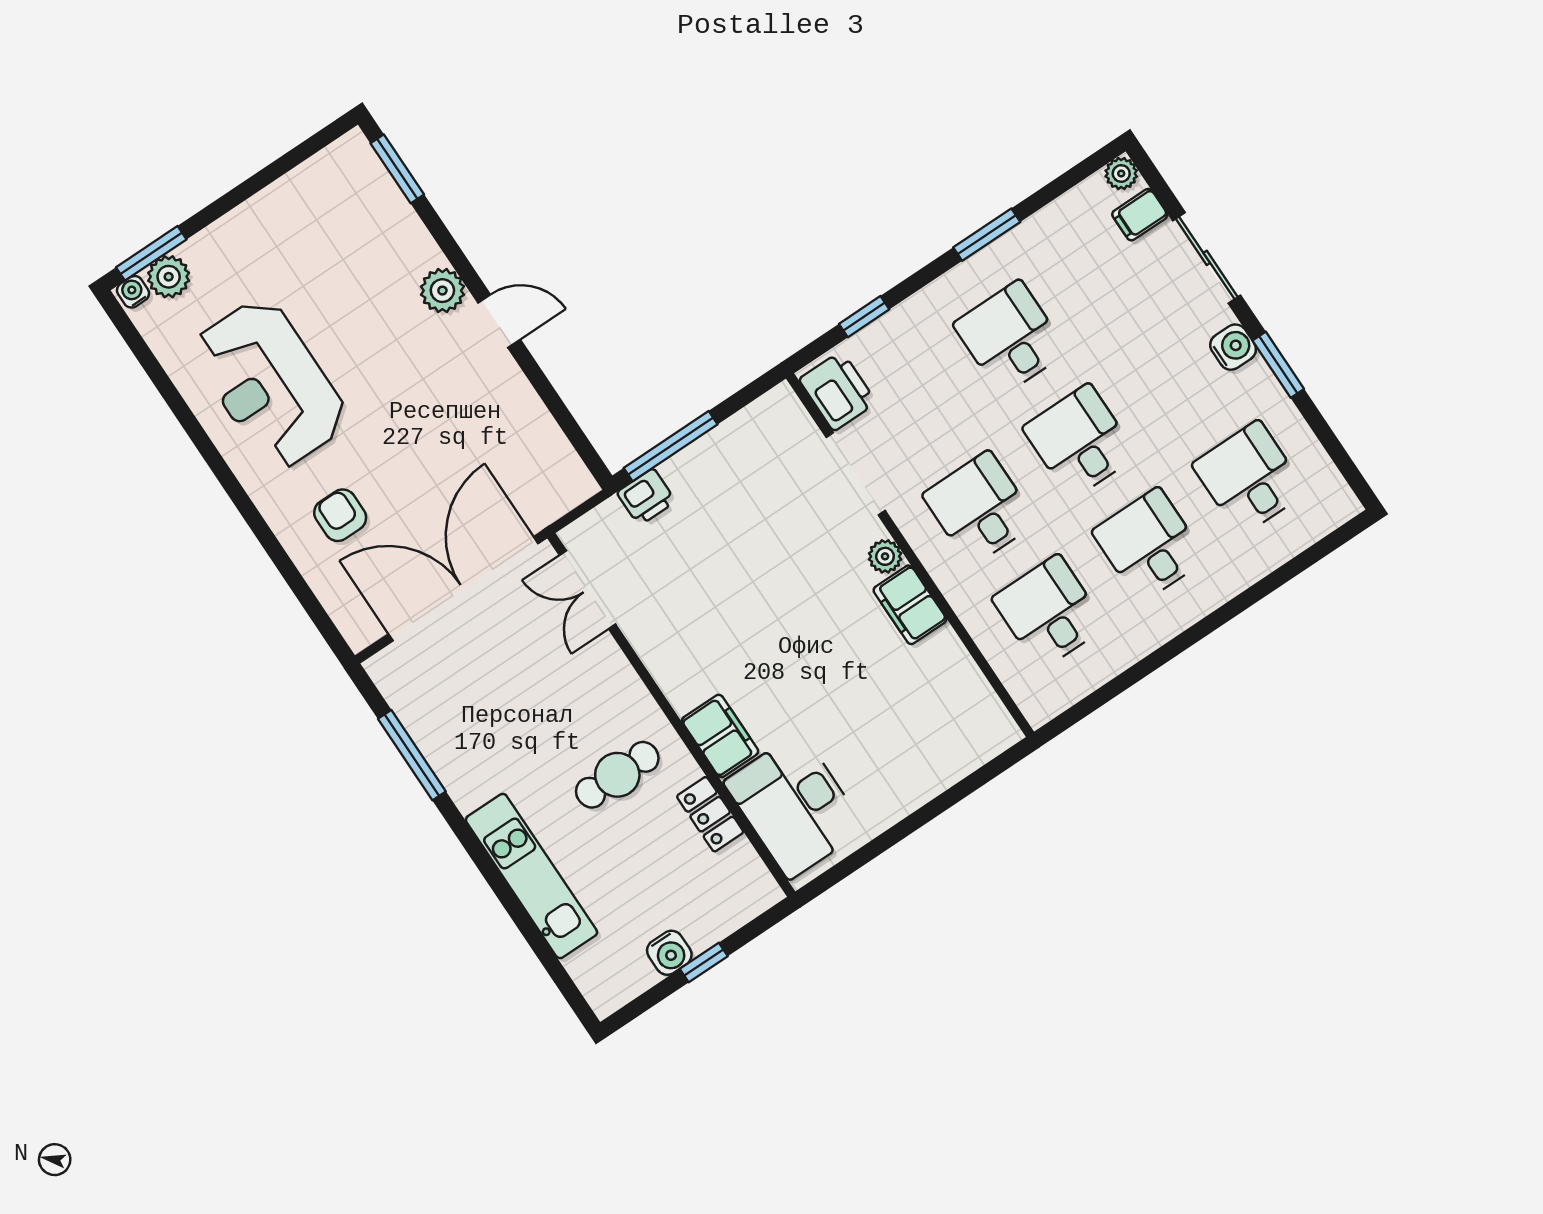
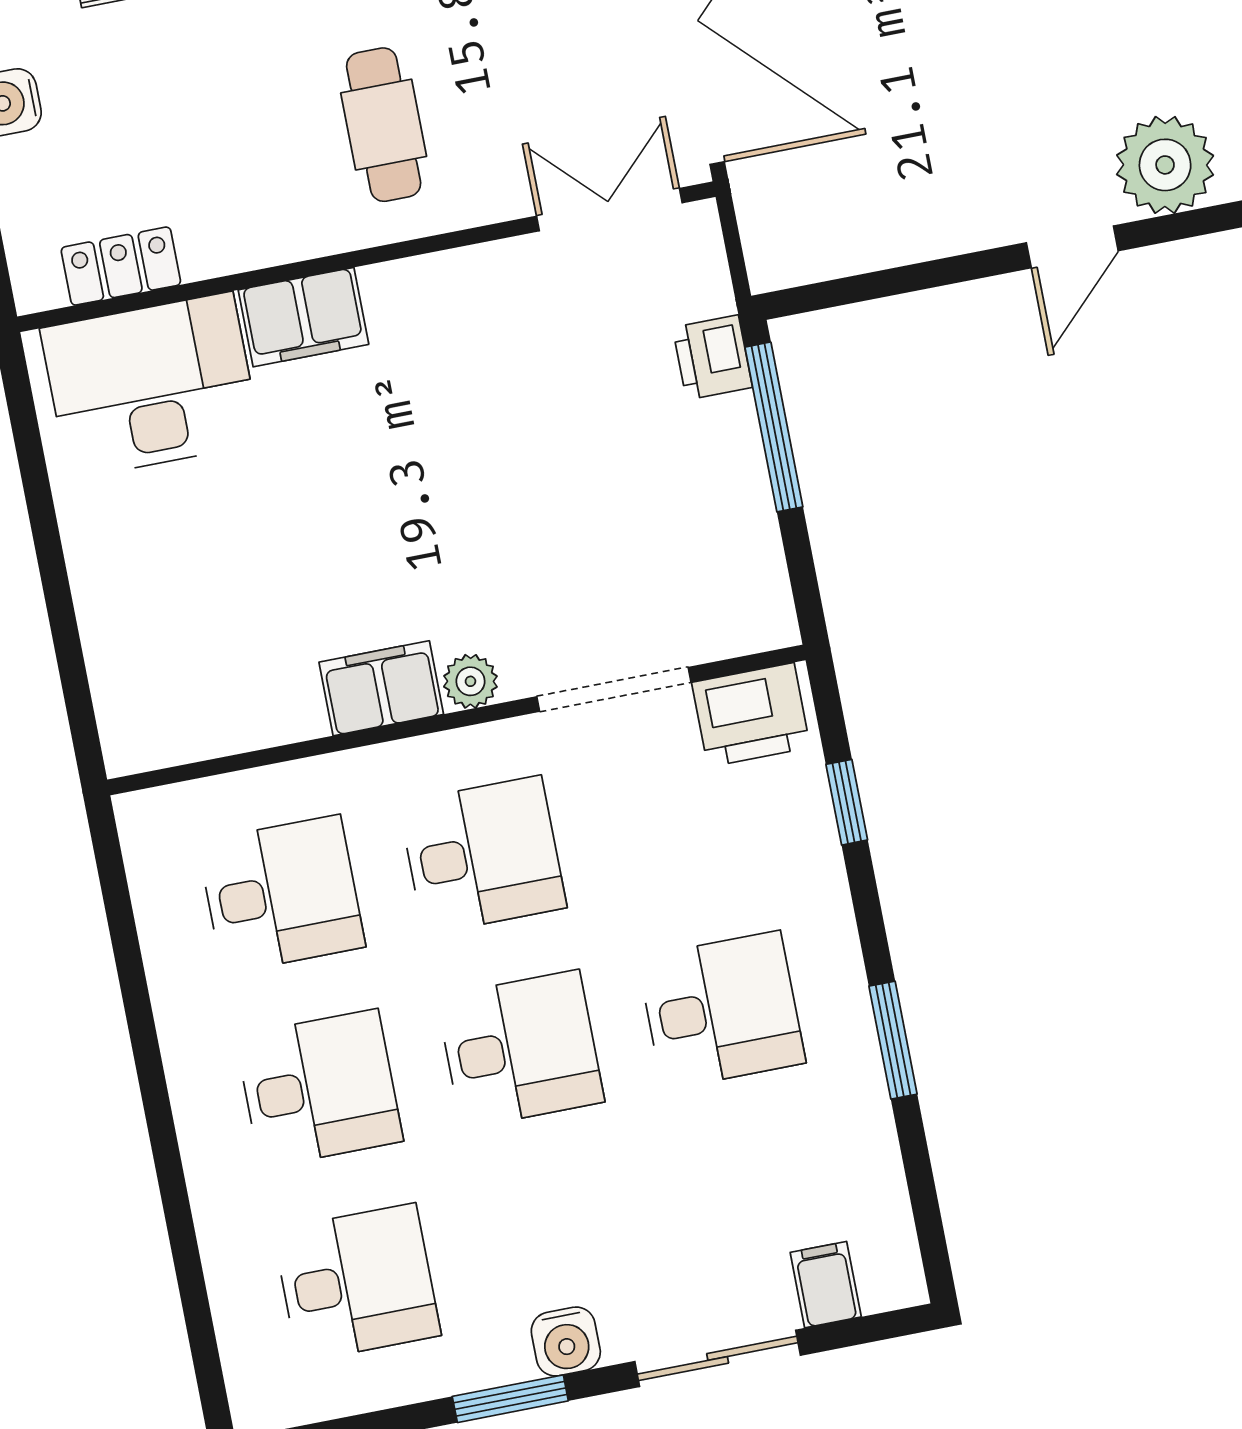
plant: (1121, 174) -> (900, 1283), removed
plant: (442, 291) -> (1165, 165), width x1.36, depth x1.36
cafe table: (617, 775) -> (384, 125), moved
locker: (710, 814) -> (121, 266), moved

